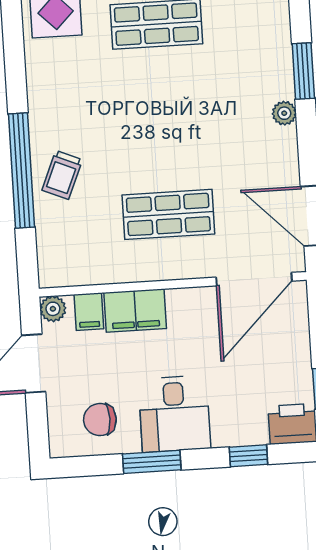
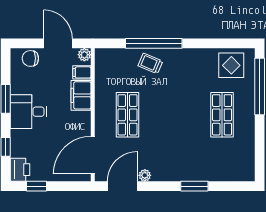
plant: (284, 113) -> (145, 175), moved
door: (254, 279) -> (93, 155), hinge flipped
chair: (100, 420) -> (30, 58), moved, turned -90

